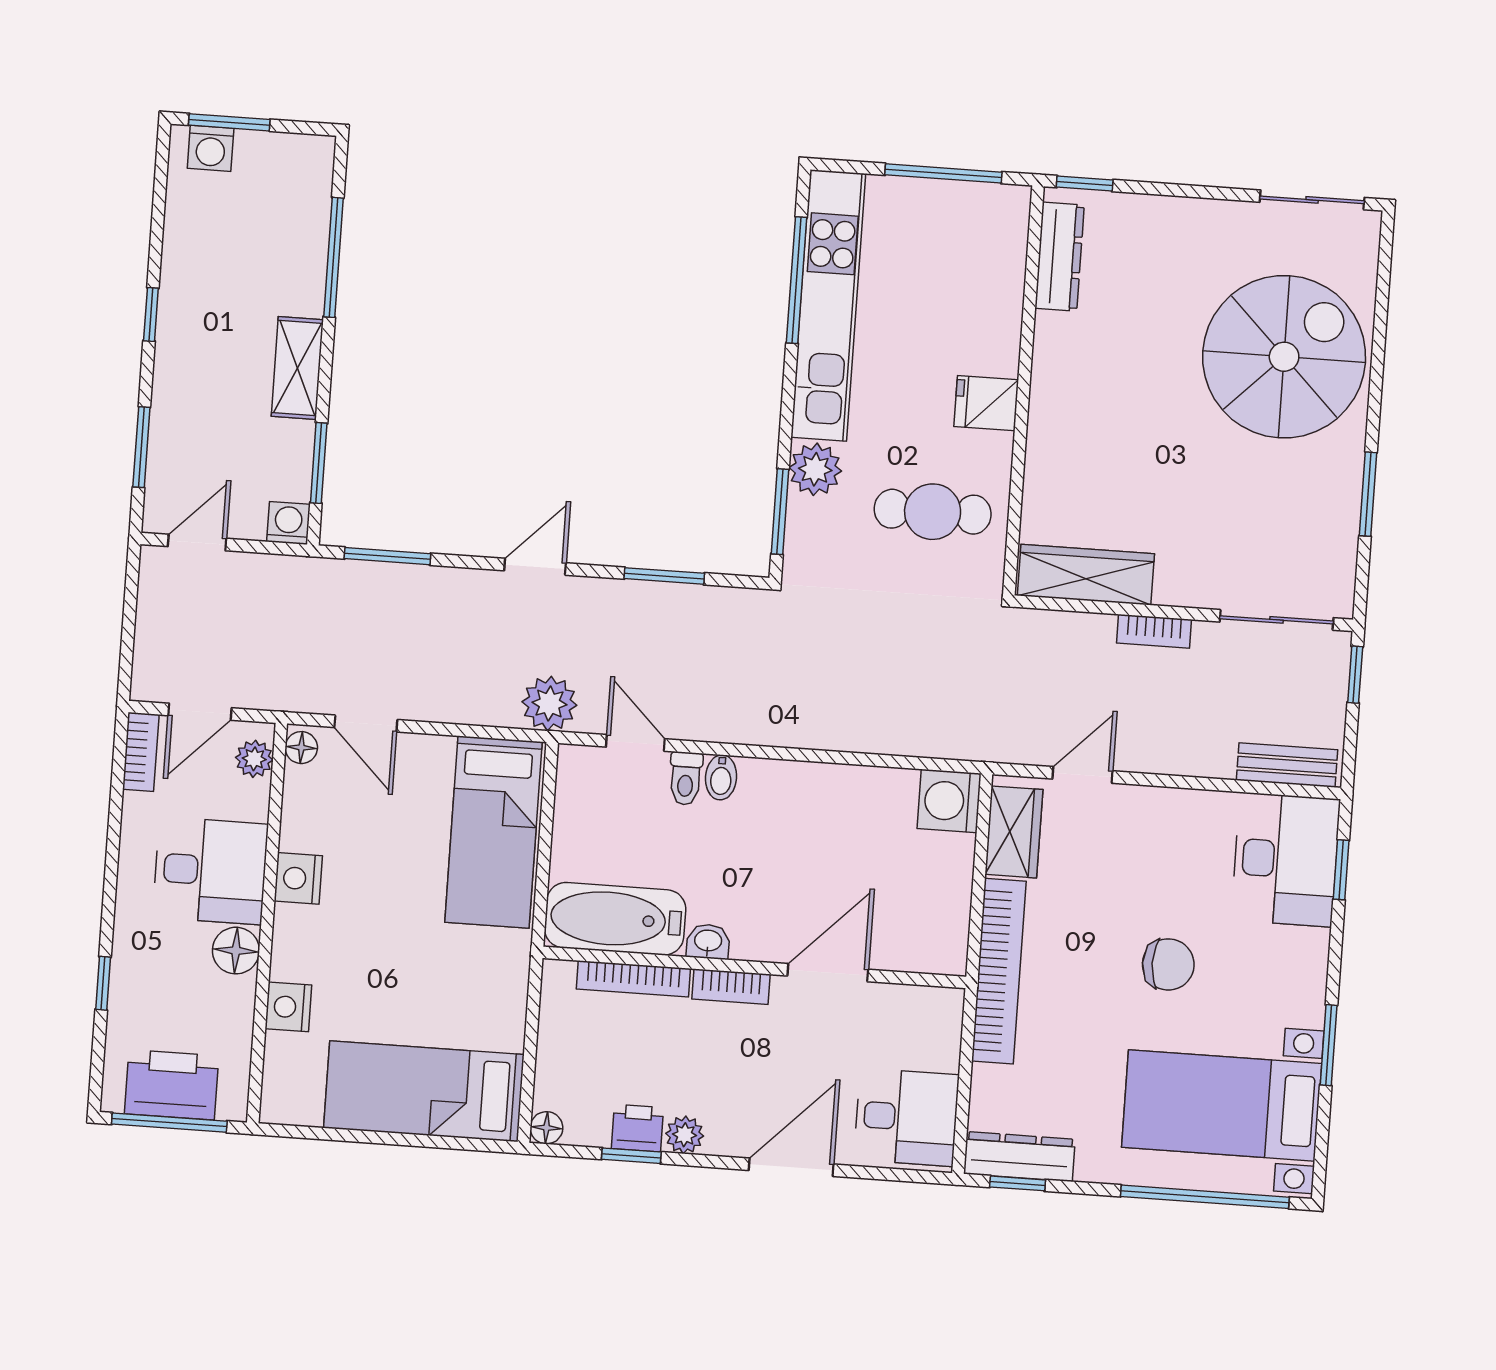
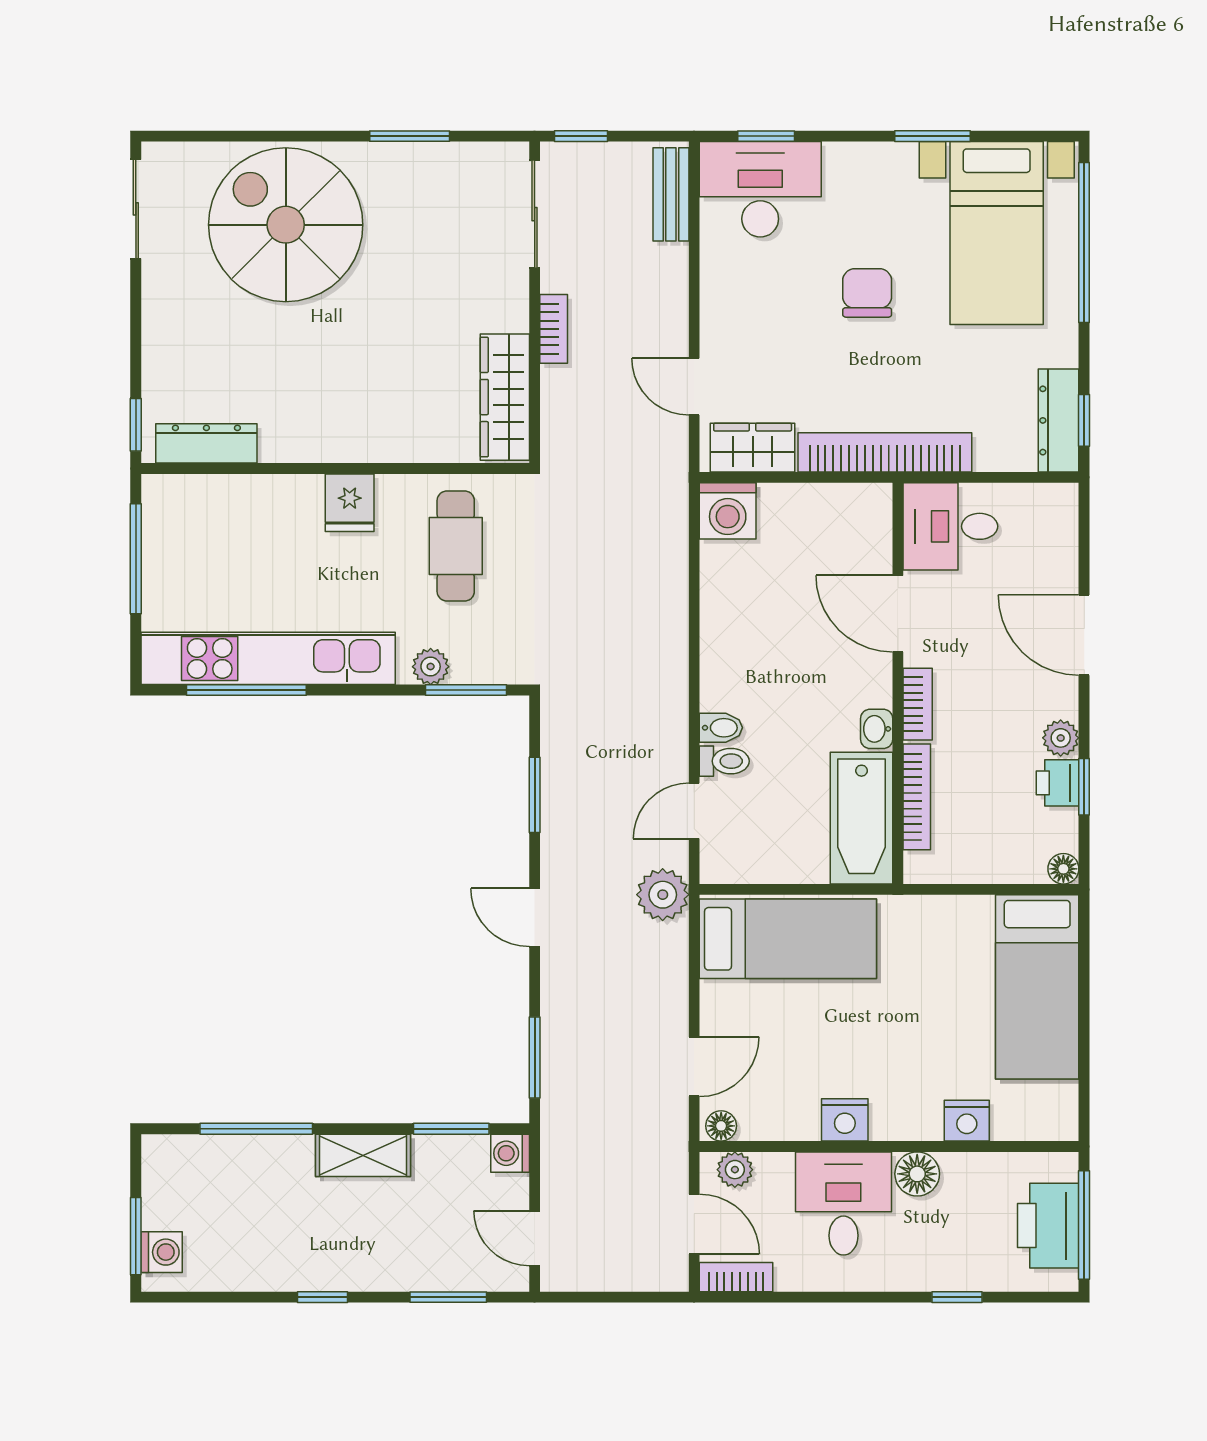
plant: (815, 469) -> (431, 667), width x0.73, depth x0.73
desk: (906, 1117) -> (950, 526), moved, turned -90

